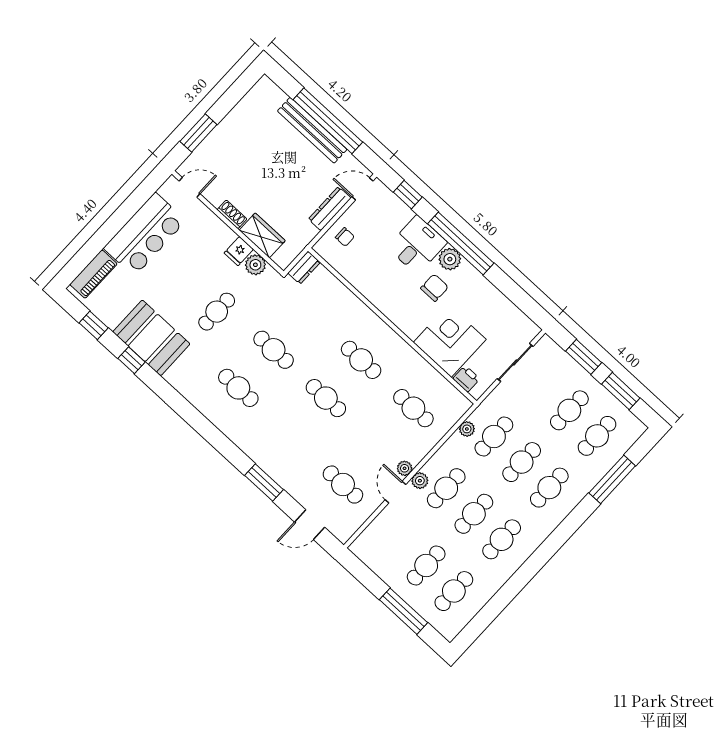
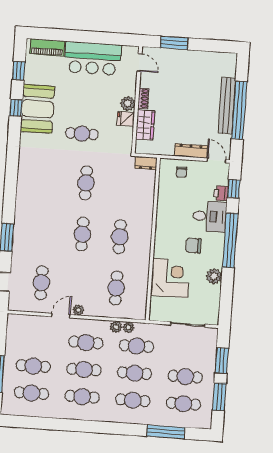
plant: (450, 259) -> (214, 276), moved
plant: (255, 265) -> (128, 103), moved
chair: (435, 288) -> (193, 245), turned 180
printer: (466, 379) -> (221, 193), moved, turned 180
cafe table: (238, 388) -> (49, 180), removed
plant: (420, 481) -> (116, 327), moved

